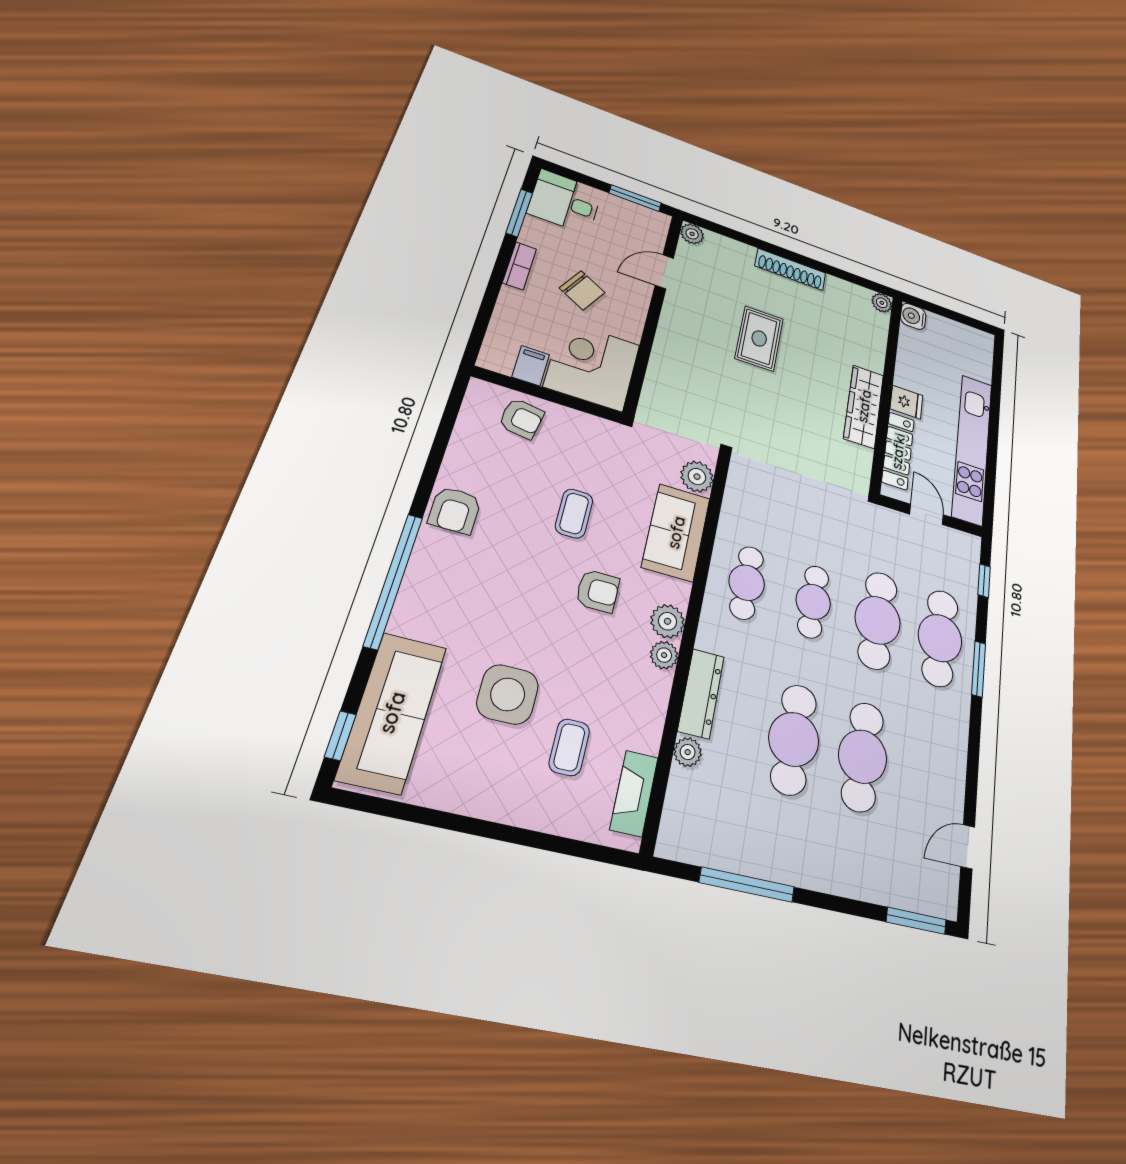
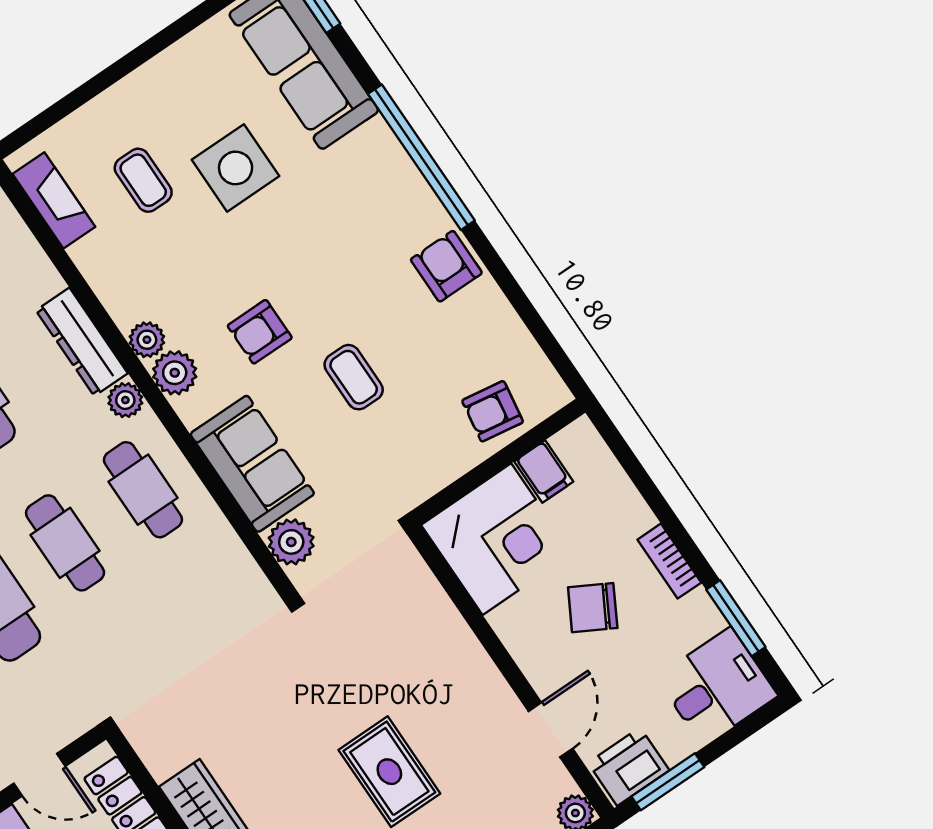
printer: (646, 222) -> (629, 767), added
plant: (688, 752) -> (125, 400), moved

